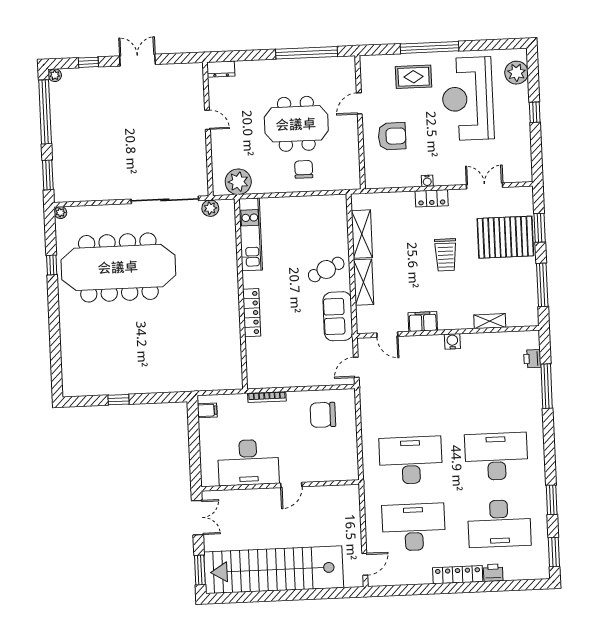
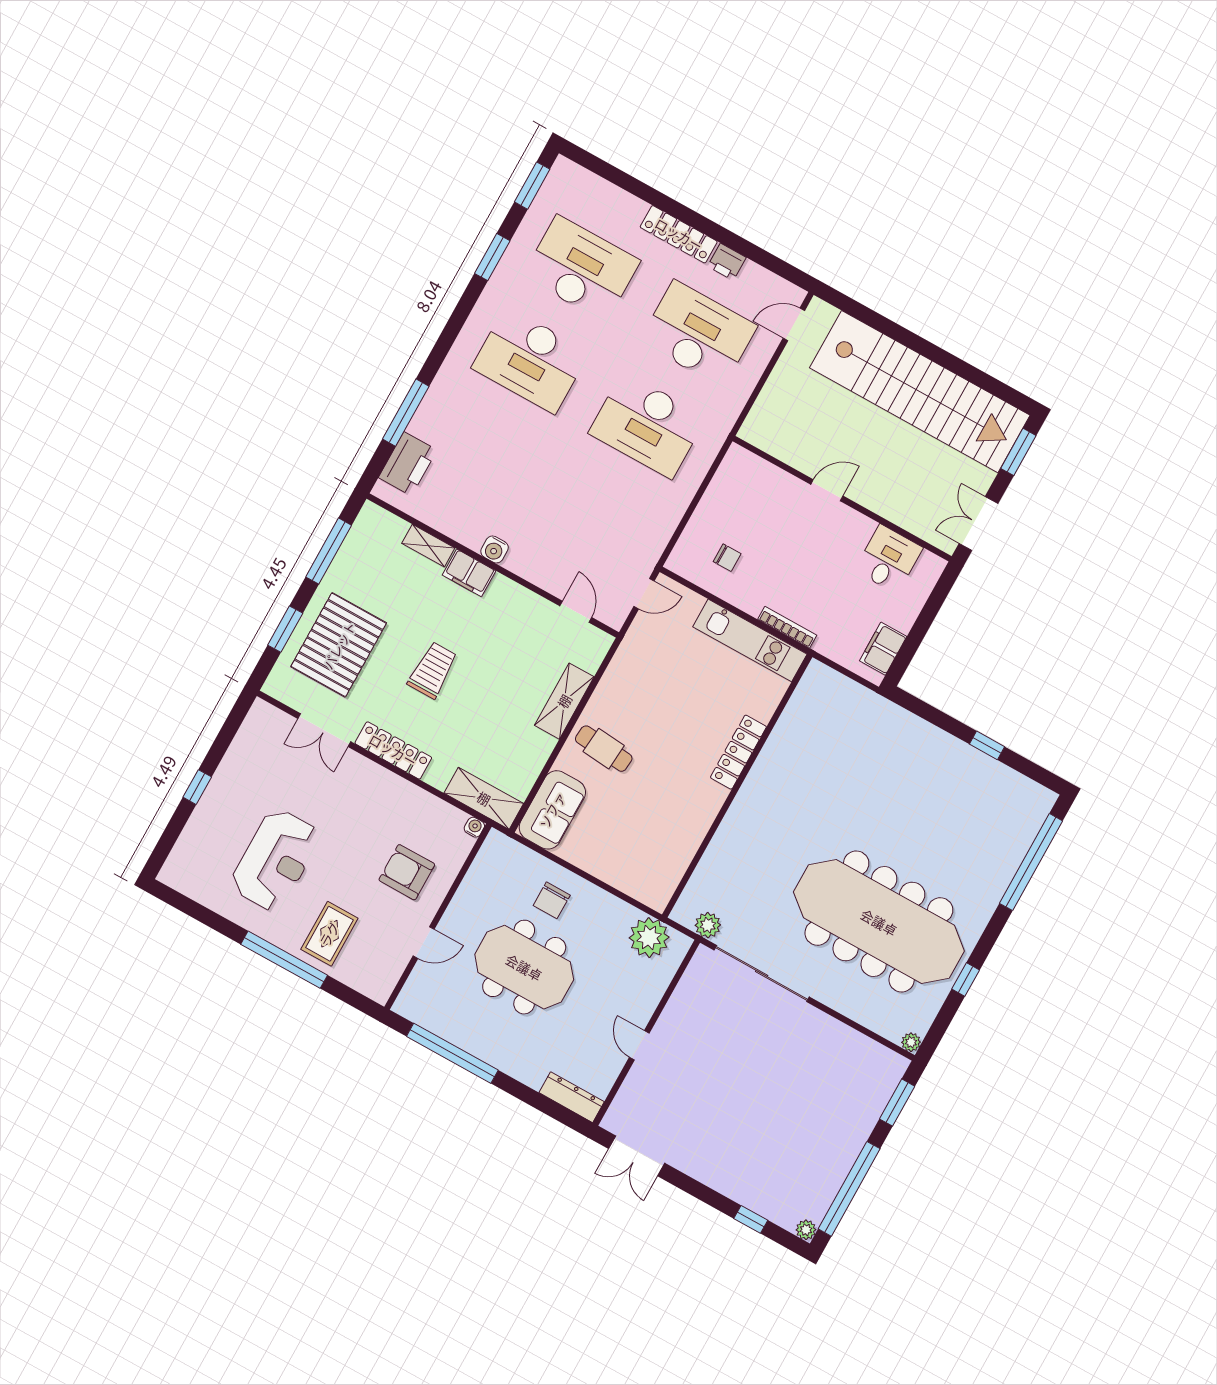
double door: (138, 60) -> (637, 1156), moved
dresser: (221, 69) -> (572, 1097), width x1.44
plant: (516, 73) -> (189, 855), removed
rug: (414, 77) -> (329, 934), turned 90
reception desk: (468, 99) -> (275, 860), width x0.74, depth x0.77
water cooler: (427, 181) -> (474, 827), moved
locker: (432, 198) -> (393, 750), width x1.53
kitchen unit: (251, 234) -> (750, 640), moved, turned -90
shelving: (362, 234) -> (484, 798), moved, turned 90
pallet: (505, 237) -> (339, 645), turned 90
cafe table: (326, 269) -> (604, 749), turned 30
sofa: (338, 316) -> (552, 810), moved
filing cabinet: (423, 322) -> (469, 573), moved
window: (55, 351) -> (1031, 862), added
printer: (532, 359) -> (408, 464), width x1.87, depth x1.48
filing cabinet: (207, 410) -> (883, 649), width x2.00
chair: (323, 415) -> (727, 558), width x0.54, depth x0.54
desk: (248, 462) -> (889, 559), width x0.53, depth x0.77
desk: (414, 527) -> (698, 334), turned 180
printer: (493, 573) -> (727, 262), moved

